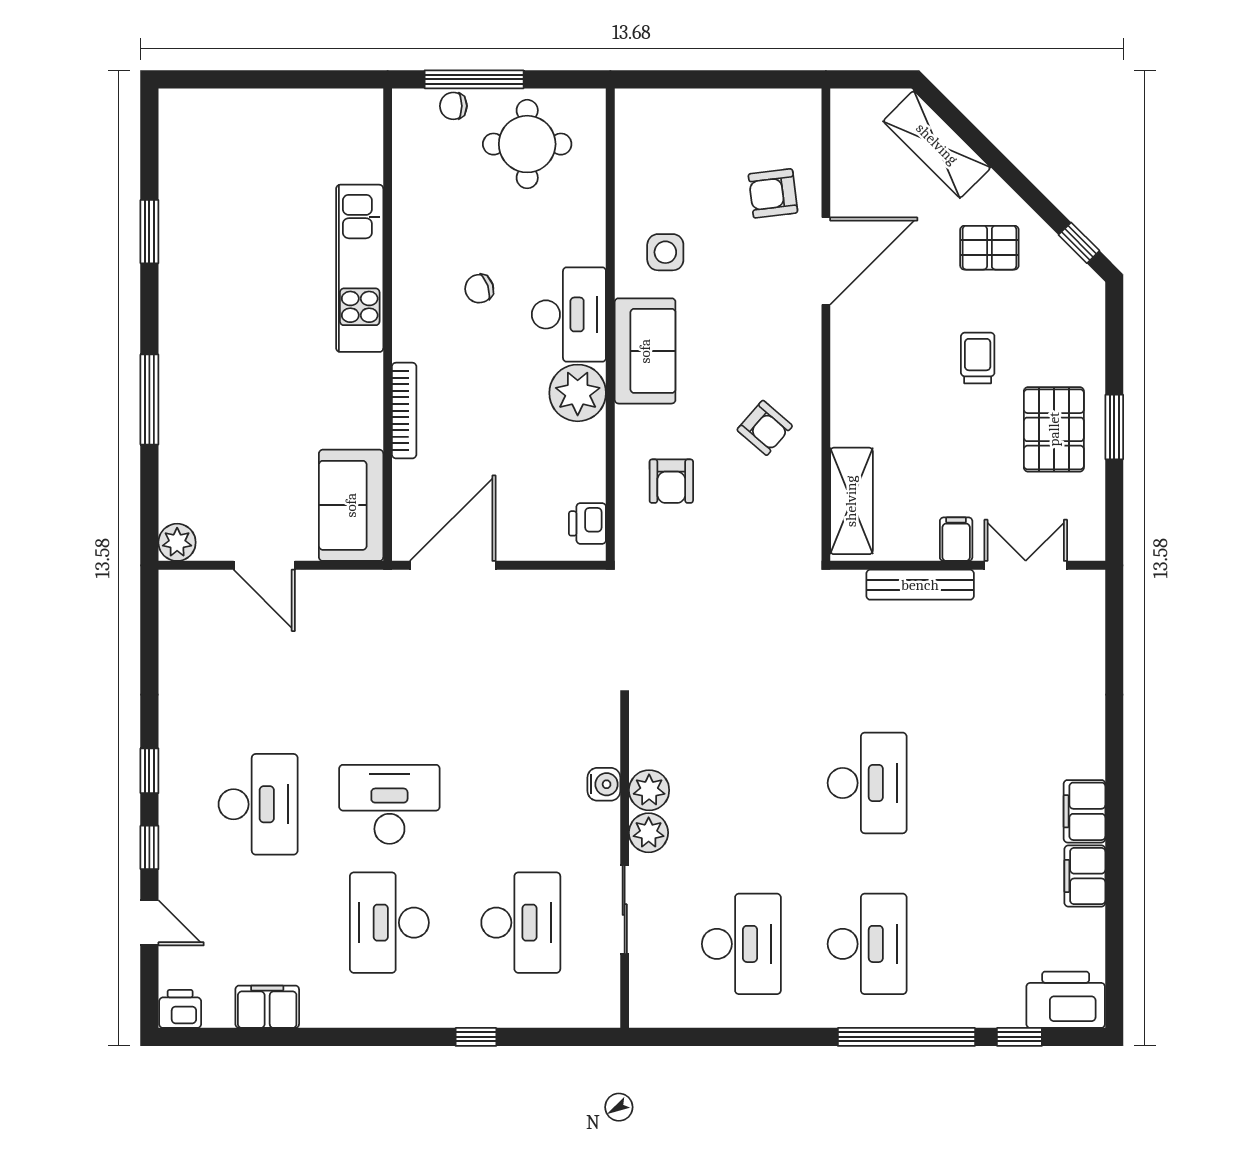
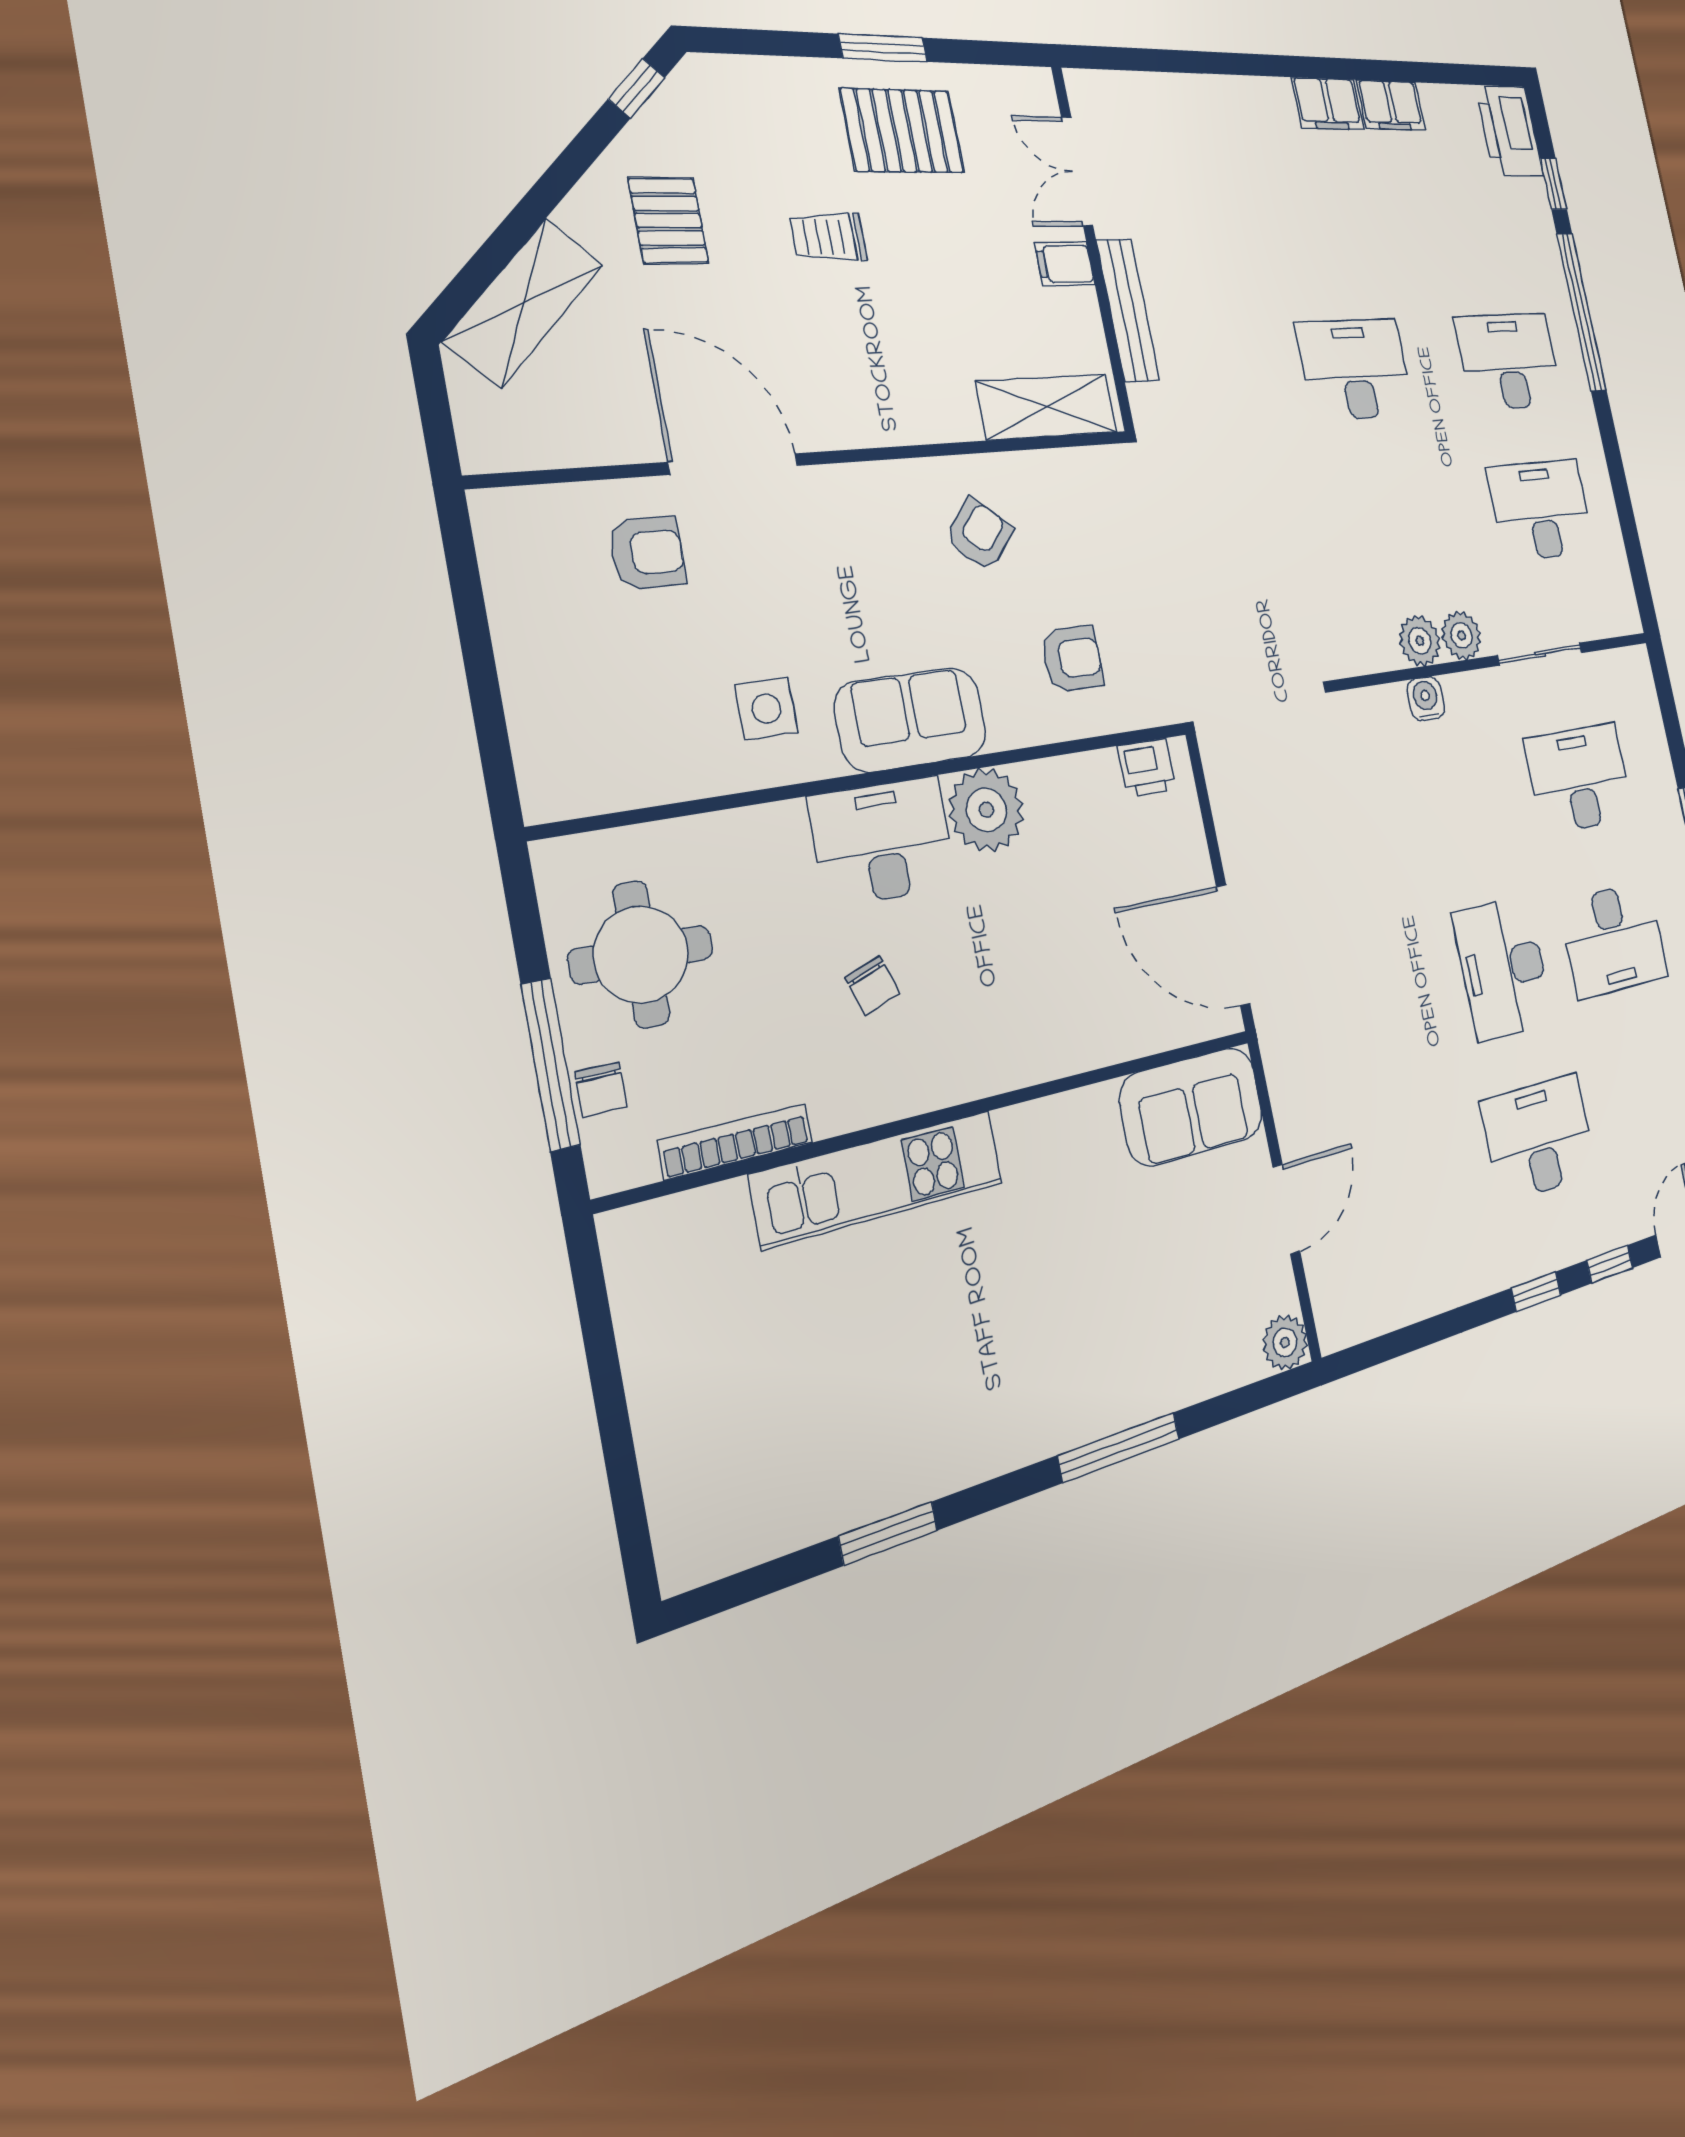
armchair: (773, 193) -> (647, 553), turned -83
bookcase: (404, 411) -> (736, 1141), moved

